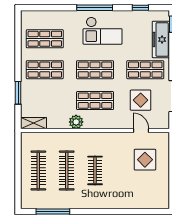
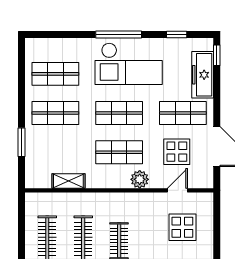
checkout: (103, 31) -> (129, 64), width x1.36, depth x1.21
plant: (76, 122) -> (140, 179), moved
shelving: (34, 123) -> (68, 181), moved
door: (141, 131) -> (177, 190), hinge flipped

